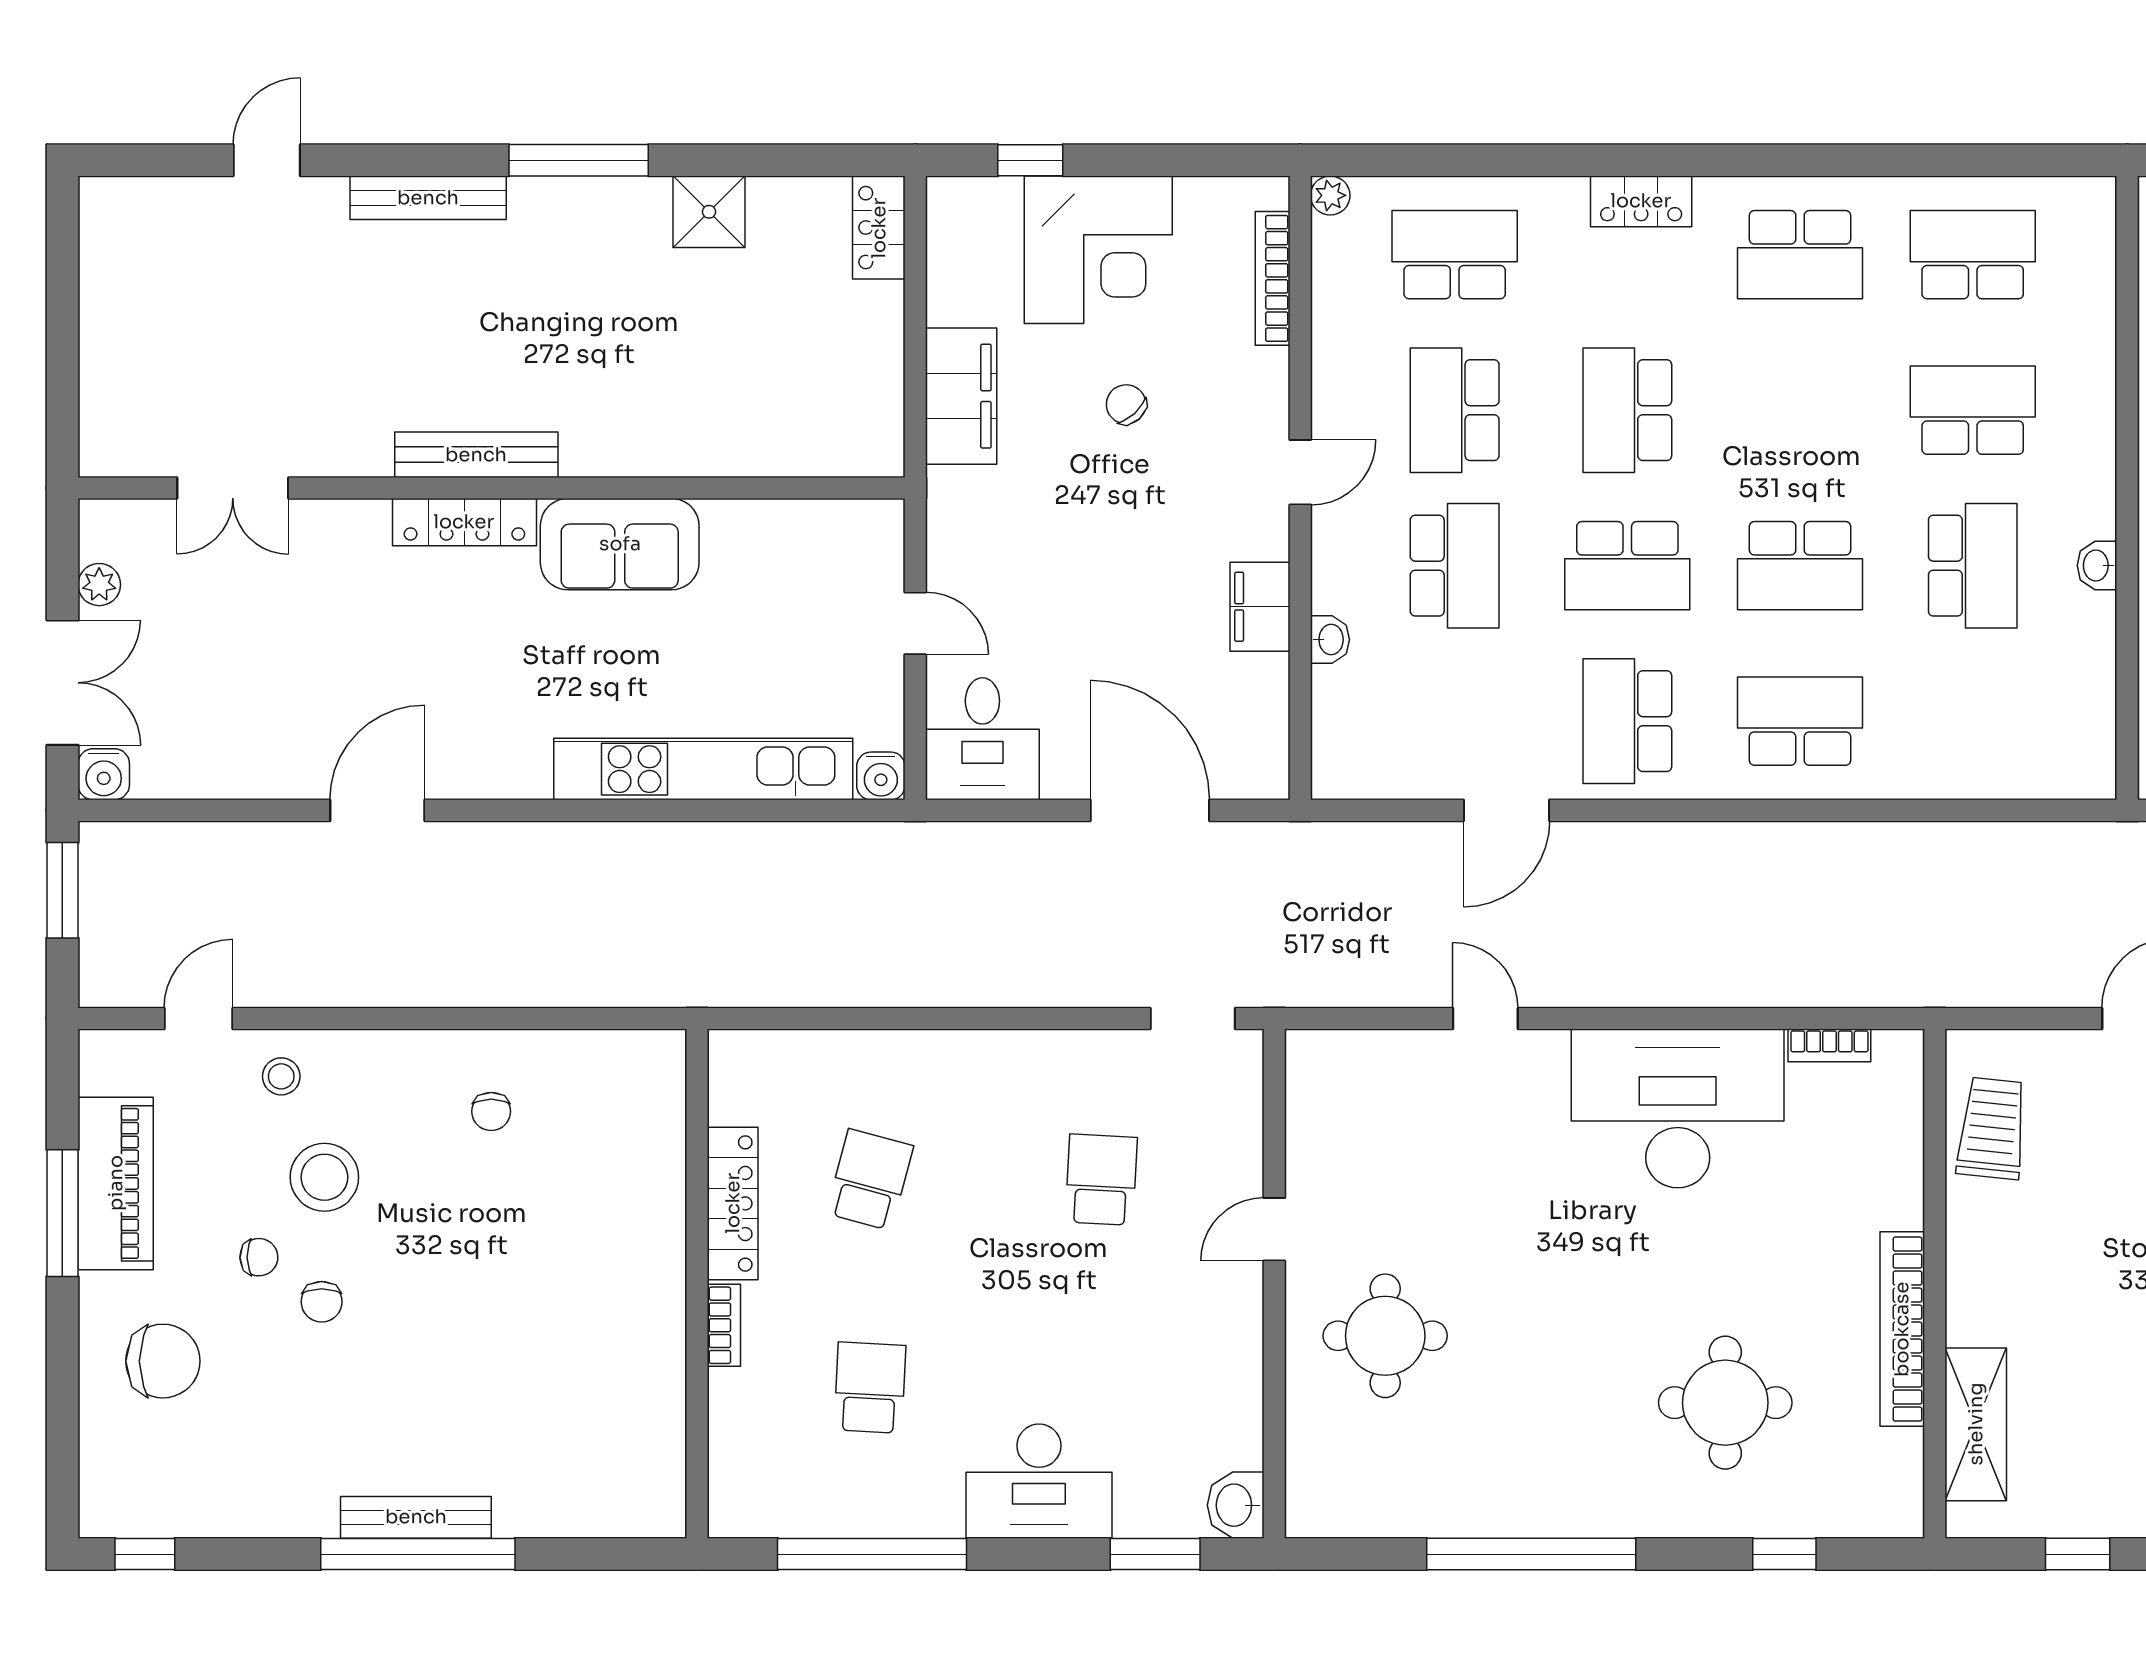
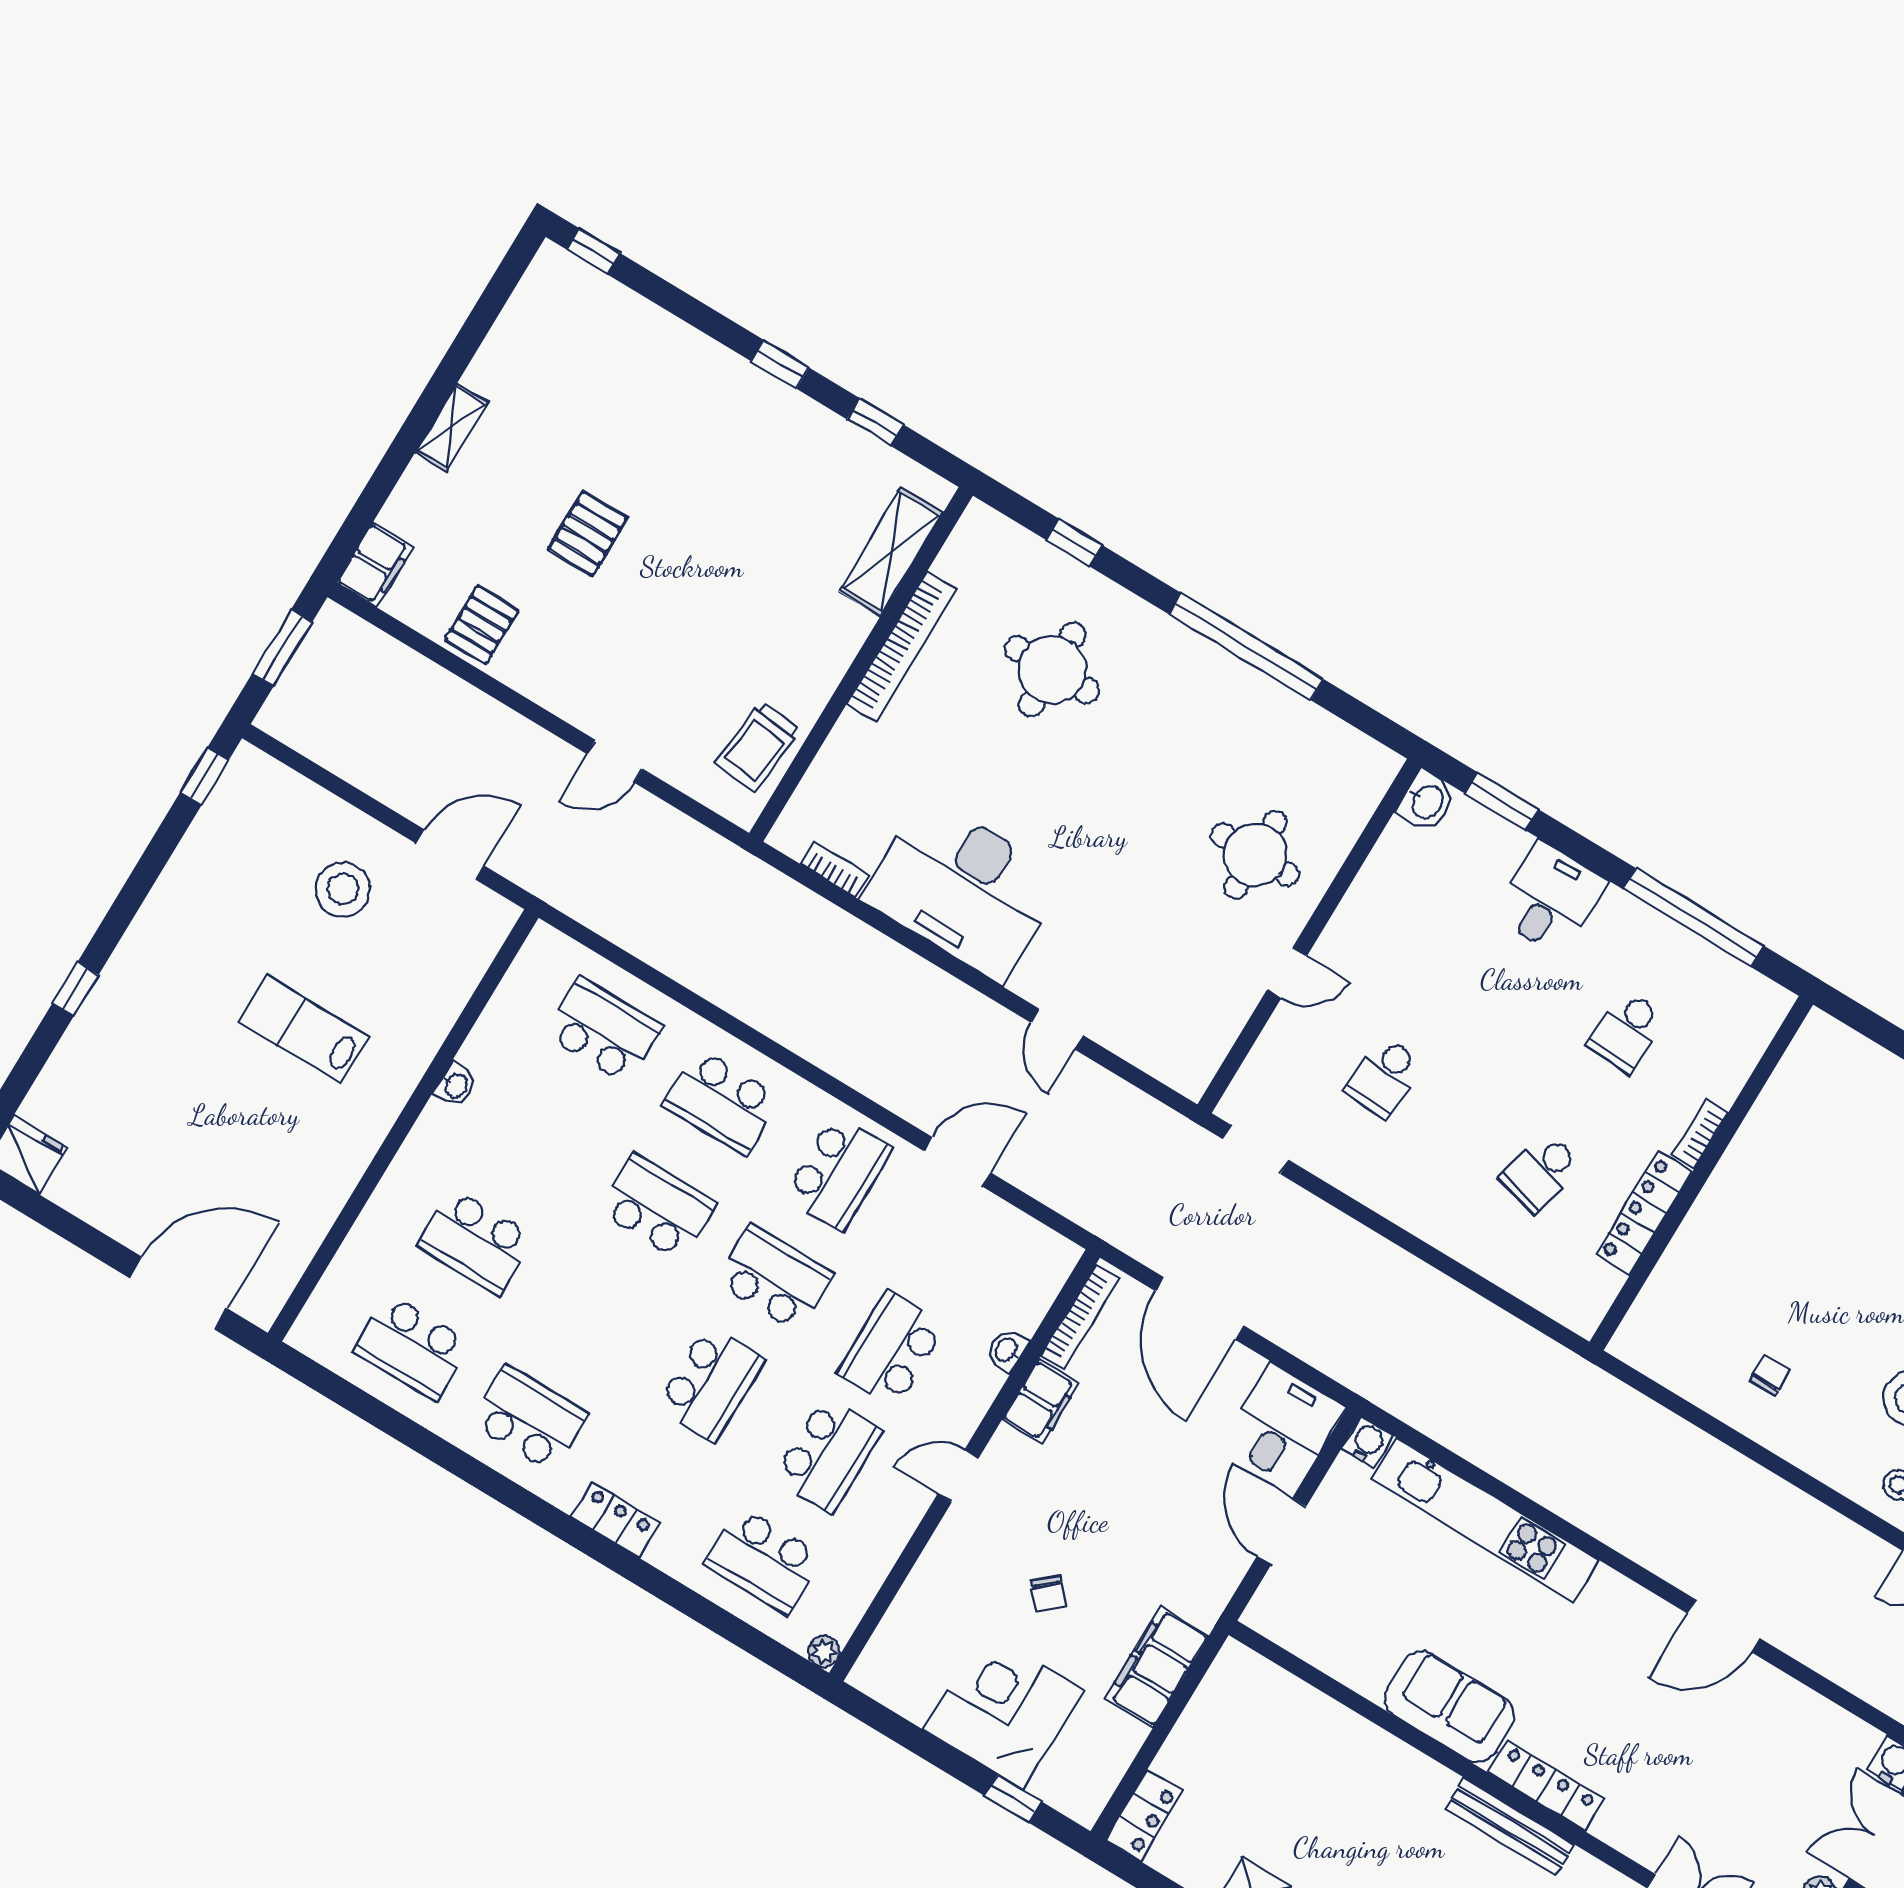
bookcase: (1273, 278) -> (1080, 1317), moved
school desk: (1973, 566) -> (604, 1031), moved, turned 90
door: (915, 623) -> (1281, 1532), width x1.38
desk: (1039, 1481) -> (1550, 898), width x0.73

